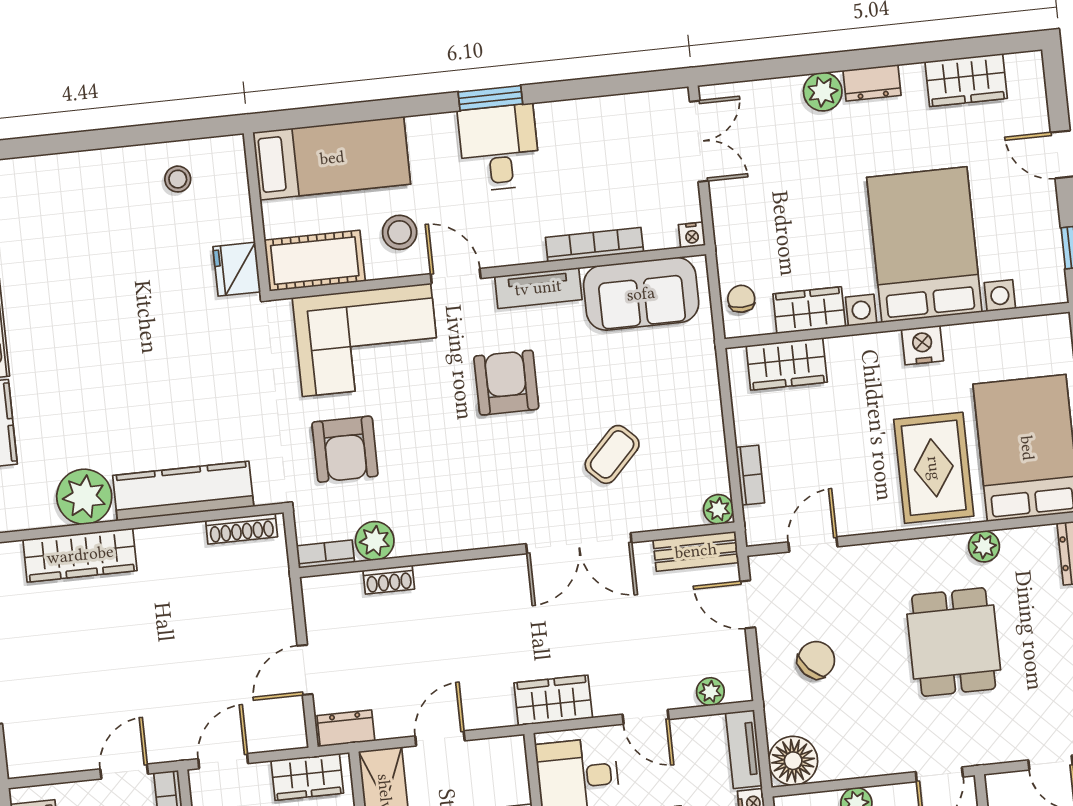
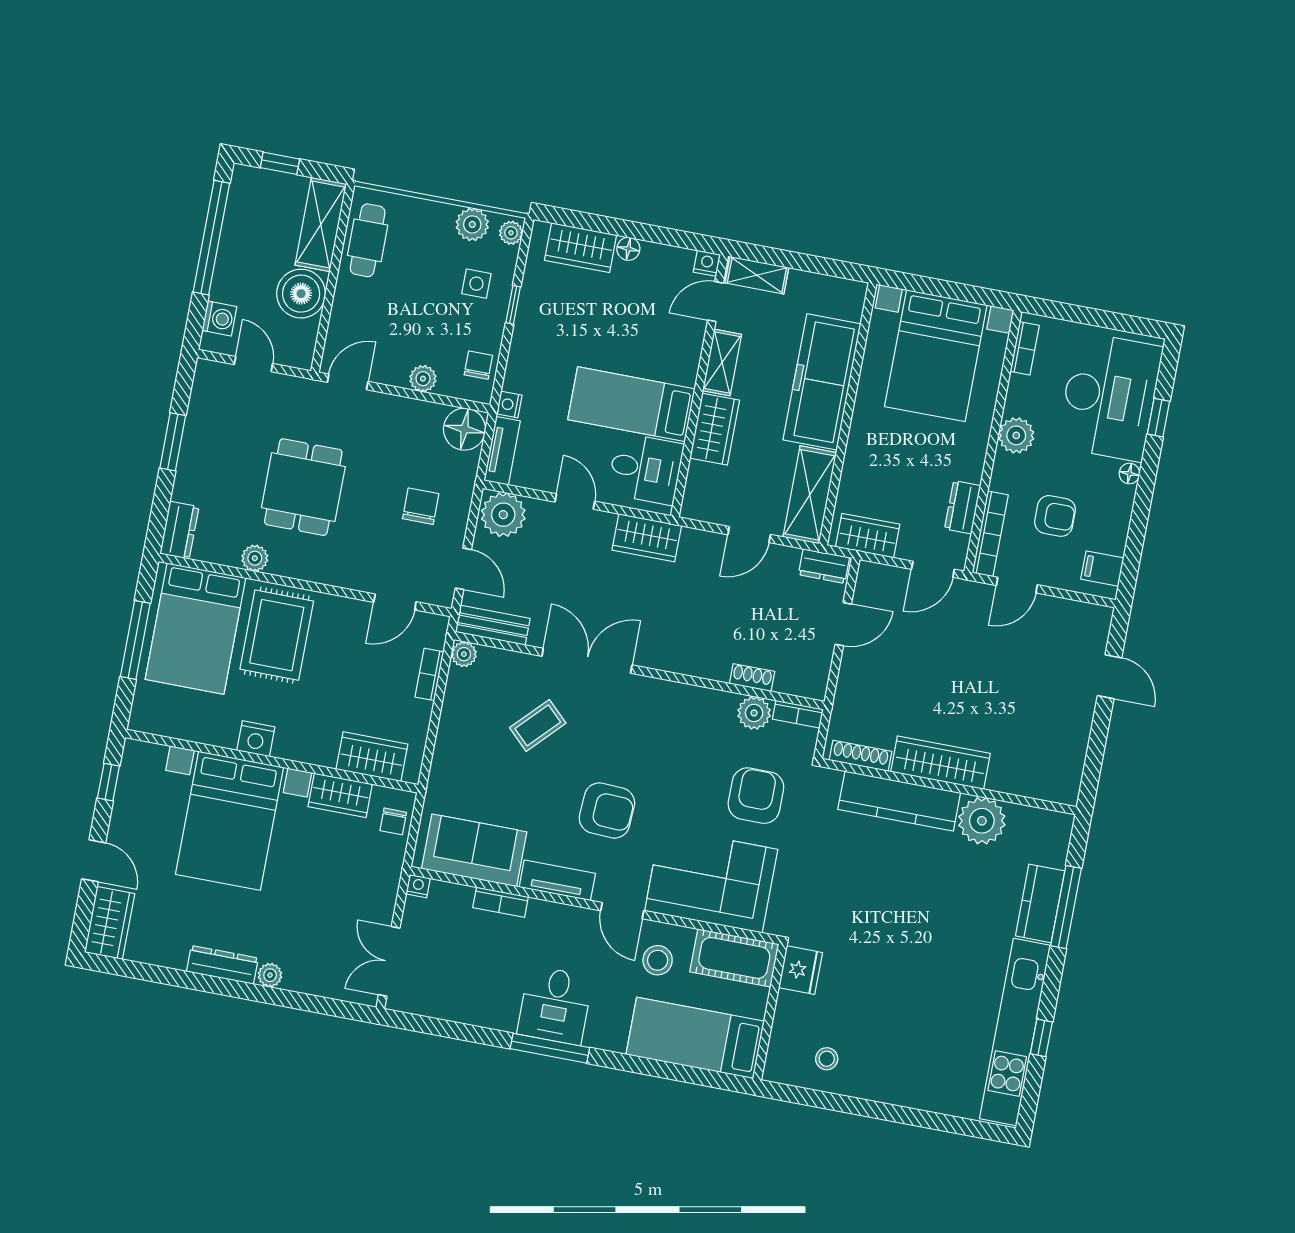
wardrobe: (966, 80) -> (110, 923), moved, turned 90
dresser: (872, 83) -> (222, 965), width x1.44
plant: (823, 92) -> (270, 975), width x0.73, depth x0.73
window: (490, 98) -> (550, 1048), width x1.44
bookcase: (594, 245) -> (501, 902), width x0.64
armchair: (506, 383) -> (607, 810), turned -87
wardrobe: (80, 555) -> (941, 763), moved
chair: (816, 660) -> (421, 506), turned 134
plant: (710, 692) -> (503, 515), width x1.87, depth x1.87

